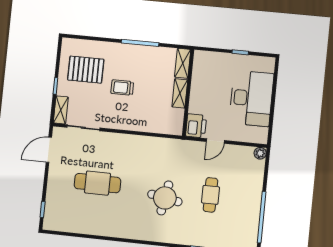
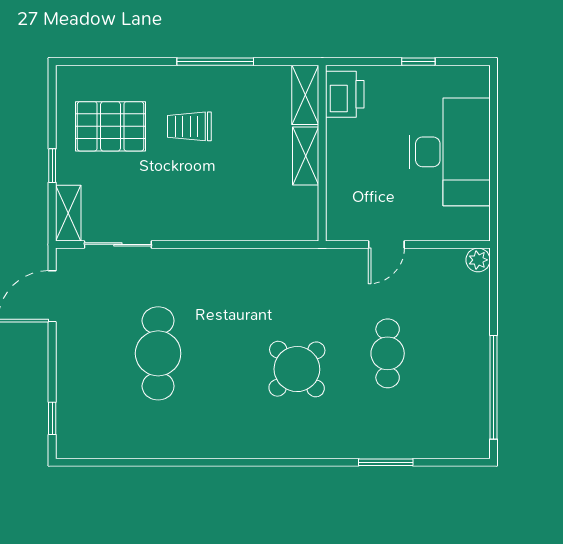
trolley: (122, 88) -> (189, 126), moved
printer: (196, 126) -> (345, 94), moved
cafe table: (97, 183) -> (158, 353), turned 90
round table: (165, 198) -> (297, 369), turned 36

